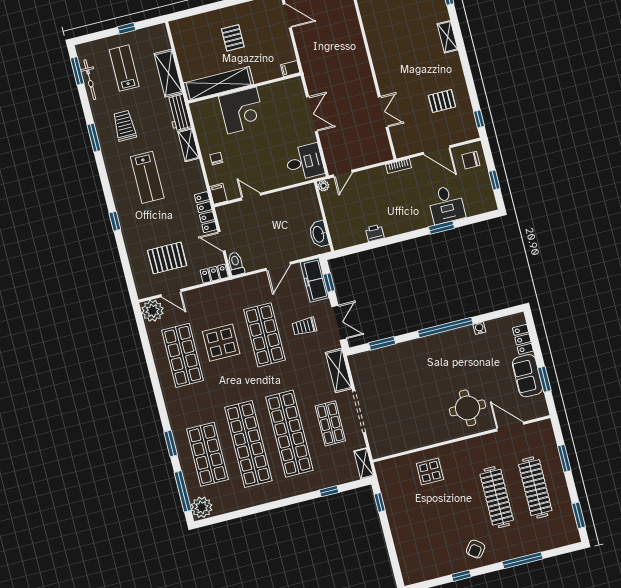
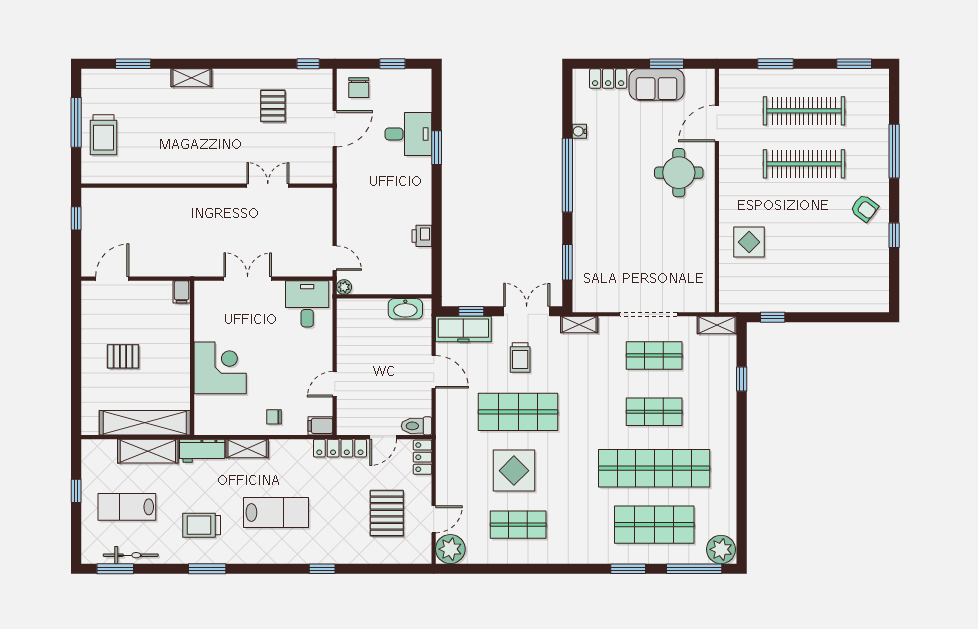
shelving: (218, 84) -> (145, 423), moved, turned 90
bookcase: (399, 166) -> (343, 183), removed
shop shelf: (183, 355) -> (518, 525), width x0.70, depth x0.74
shelving: (339, 371) -> (579, 325), width x0.67, depth x0.75
shop shelf: (289, 434) -> (654, 412), width x0.50, depth x0.74

